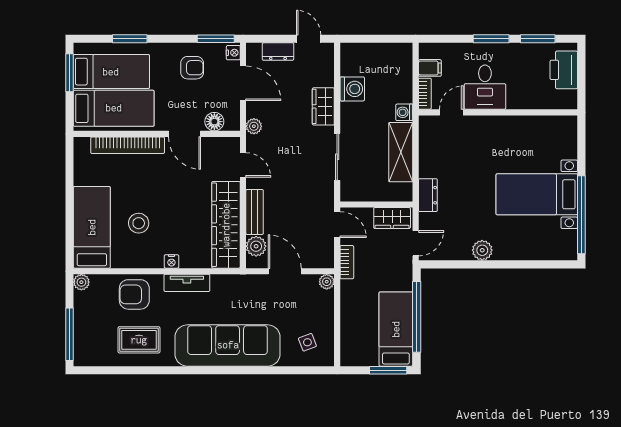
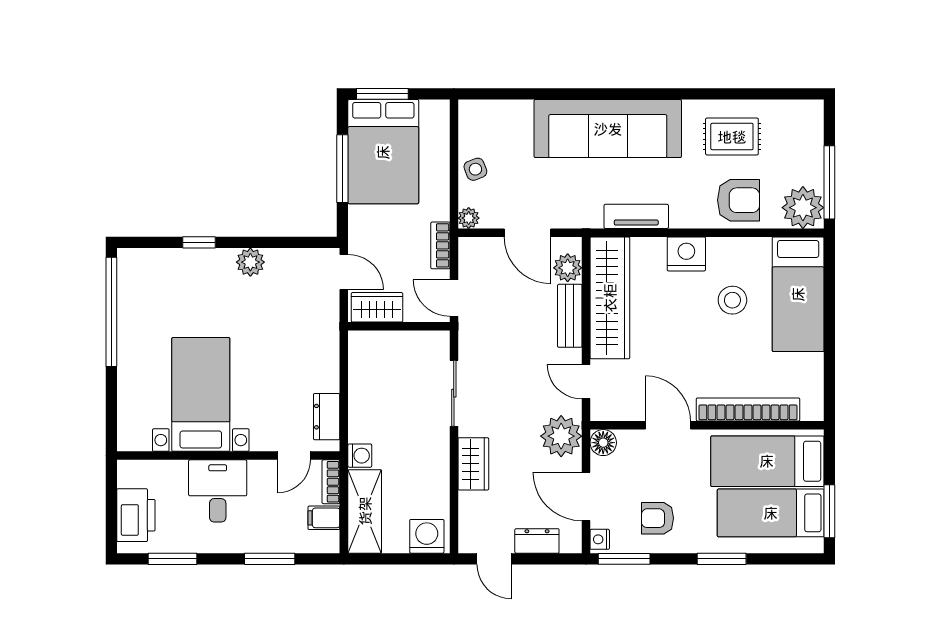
window: (130, 39) -> (722, 559), moved
window: (491, 39) -> (270, 559), moved
desk: (485, 87) -> (218, 491), moved
washing machine: (352, 89) -> (427, 536), moved, turned 90
floor lamp: (214, 122) -> (603, 443), moved
plant: (254, 126) -> (561, 436), width x1.87, depth x1.87
shelving: (401, 152) -> (365, 511), moved
bed with nightstands: (537, 194) -> (201, 394), moved, turned -90
dresser: (428, 195) -> (327, 417), moved
door: (416, 243) -> (344, 272), swing flipped
nightstand: (171, 261) -> (686, 254), width x1.89, depth x1.79
window: (519, 264) -> (199, 242), added
plant: (81, 282) -> (803, 208), width x1.88, depth x1.88
tv unit: (187, 283) -> (636, 216), moved
window: (417, 317) -> (342, 169), width x0.68
bed: (396, 329) -> (383, 152), width x1.50
window: (69, 334) -> (829, 182), moved
side table: (307, 342) -> (475, 169), moved

